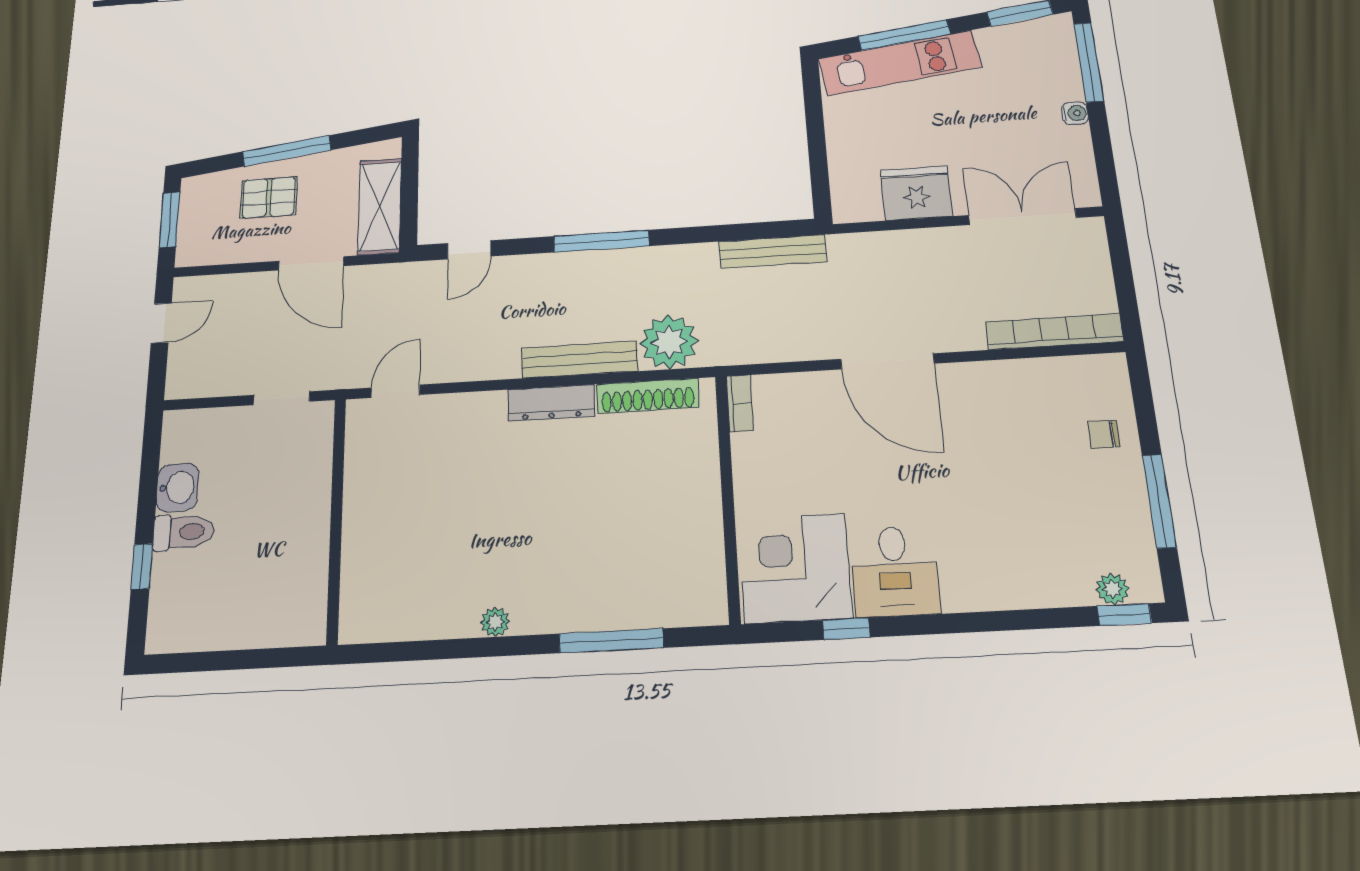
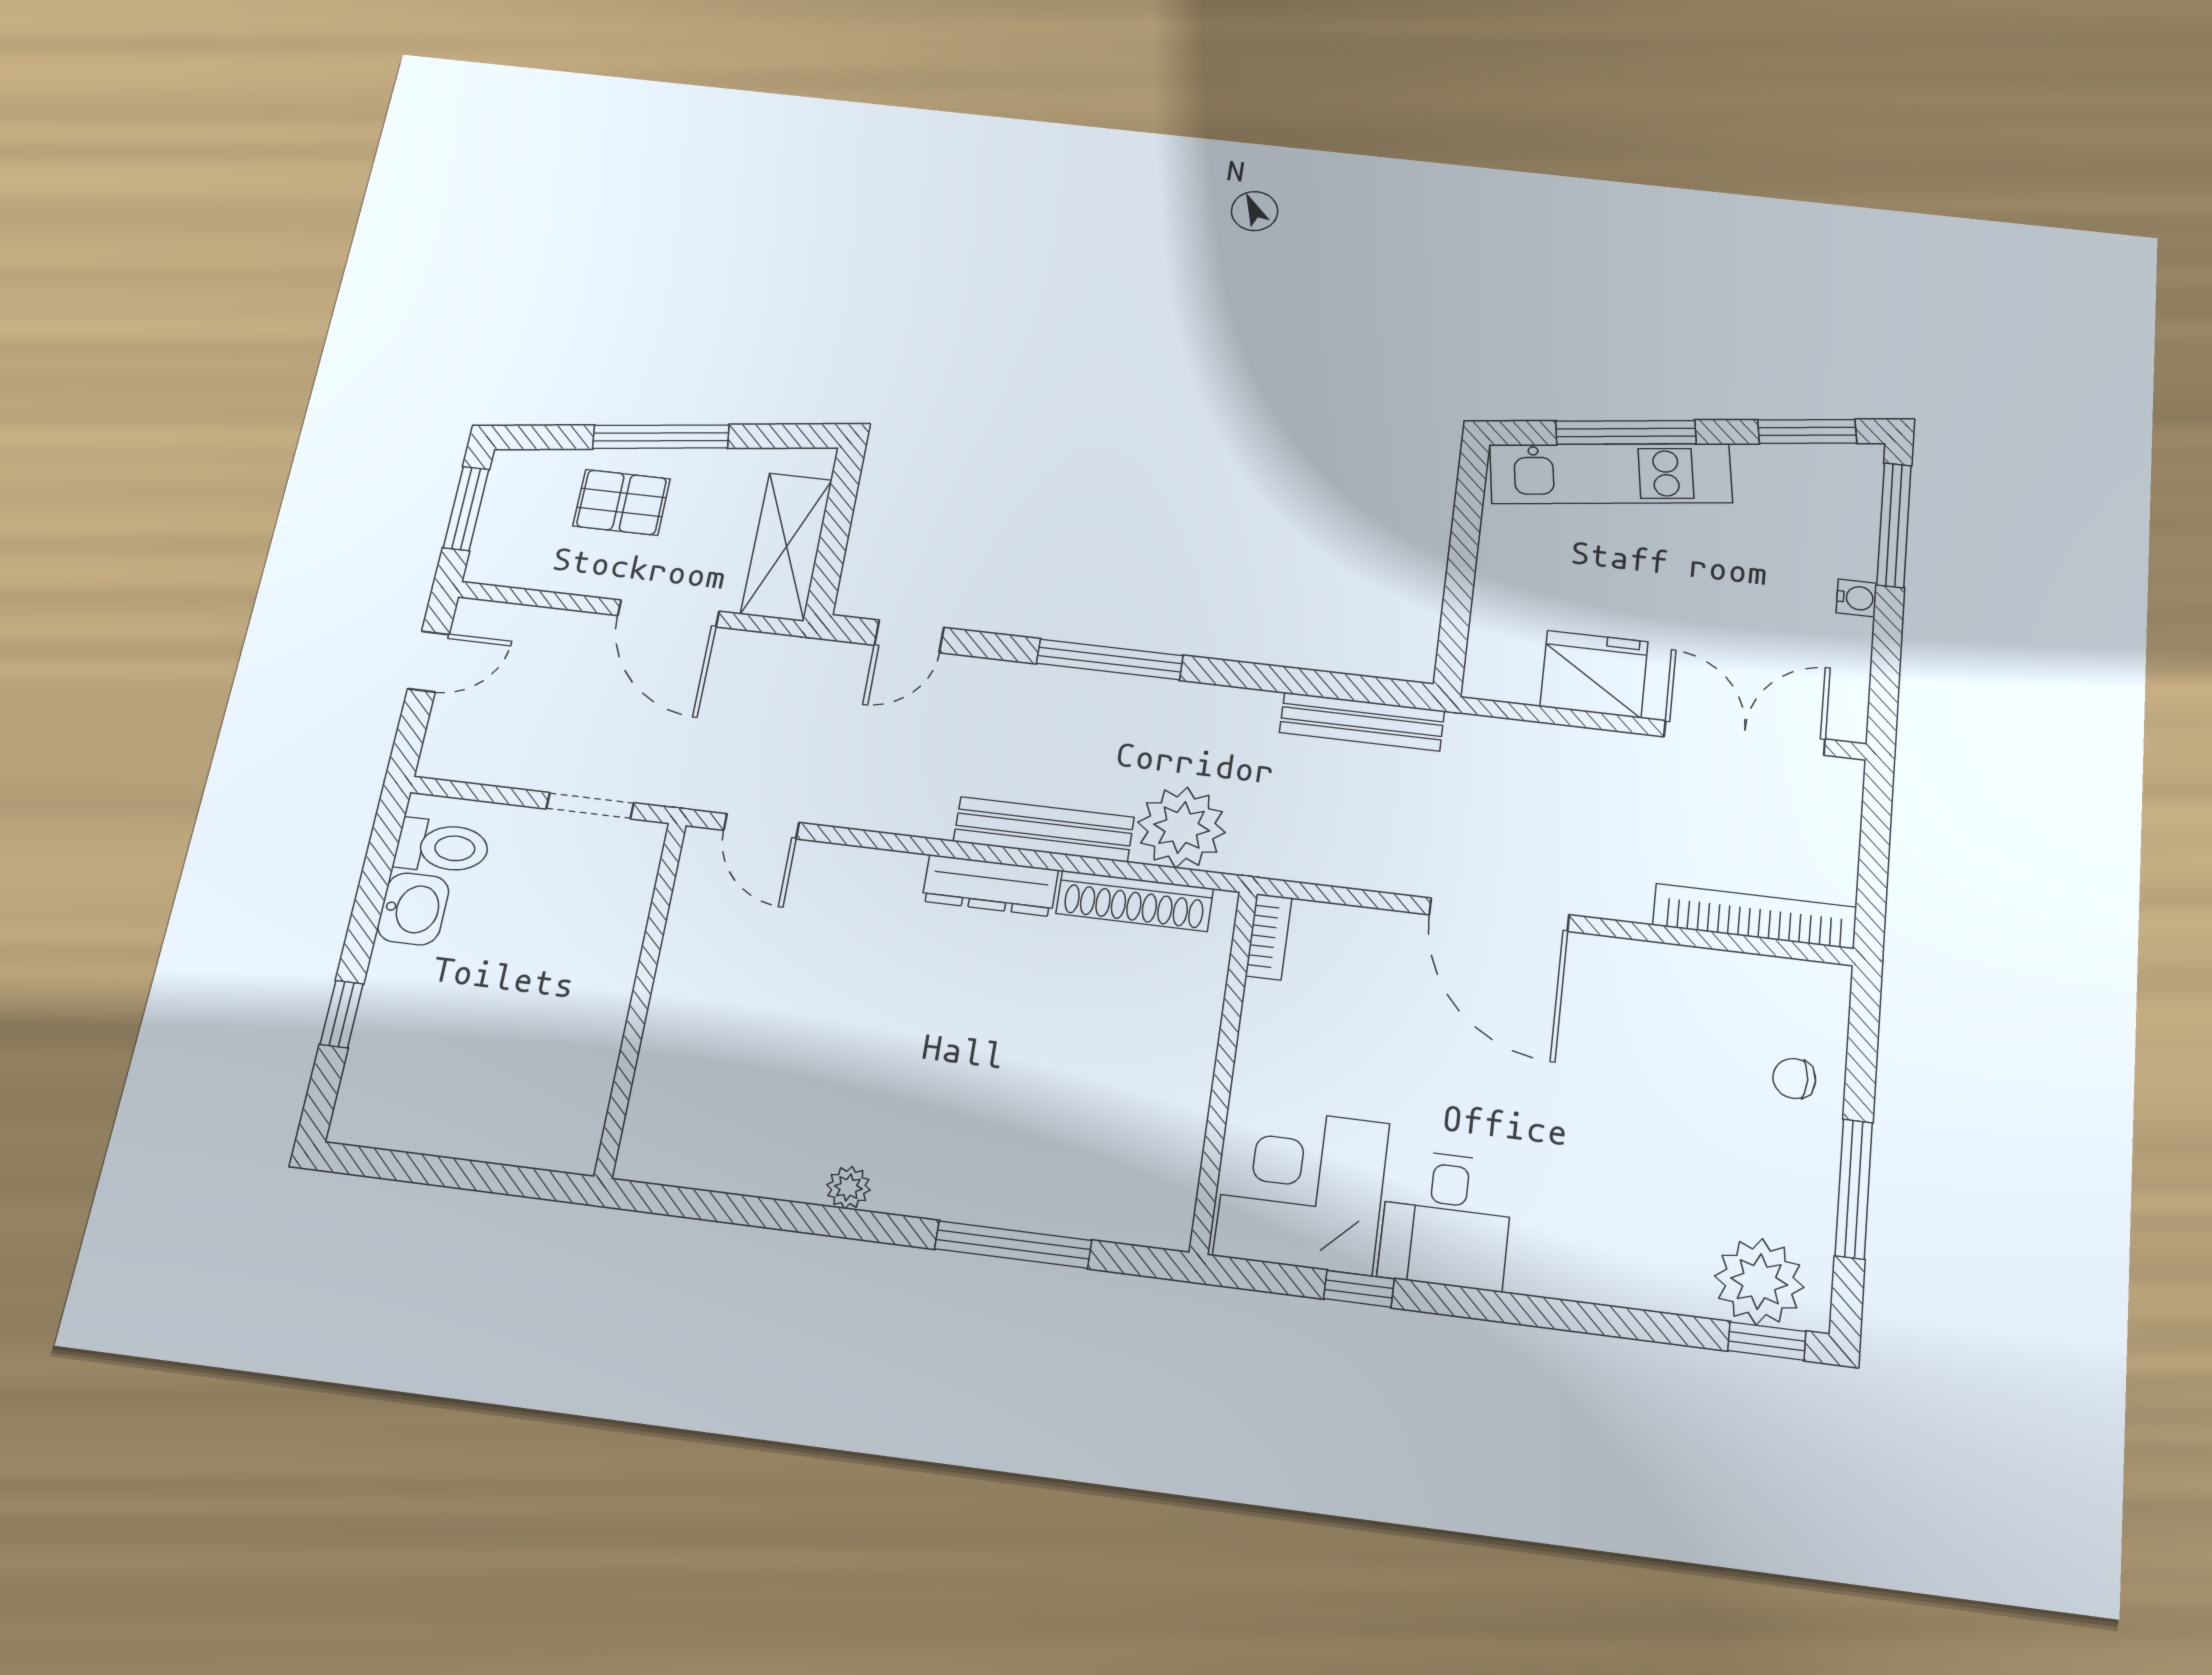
door: (395, 391) -> (761, 826), swing flipped
toilet: (184, 532) -> (442, 847), moved
plant: (1112, 589) -> (1759, 1282), width x1.87, depth x1.87

